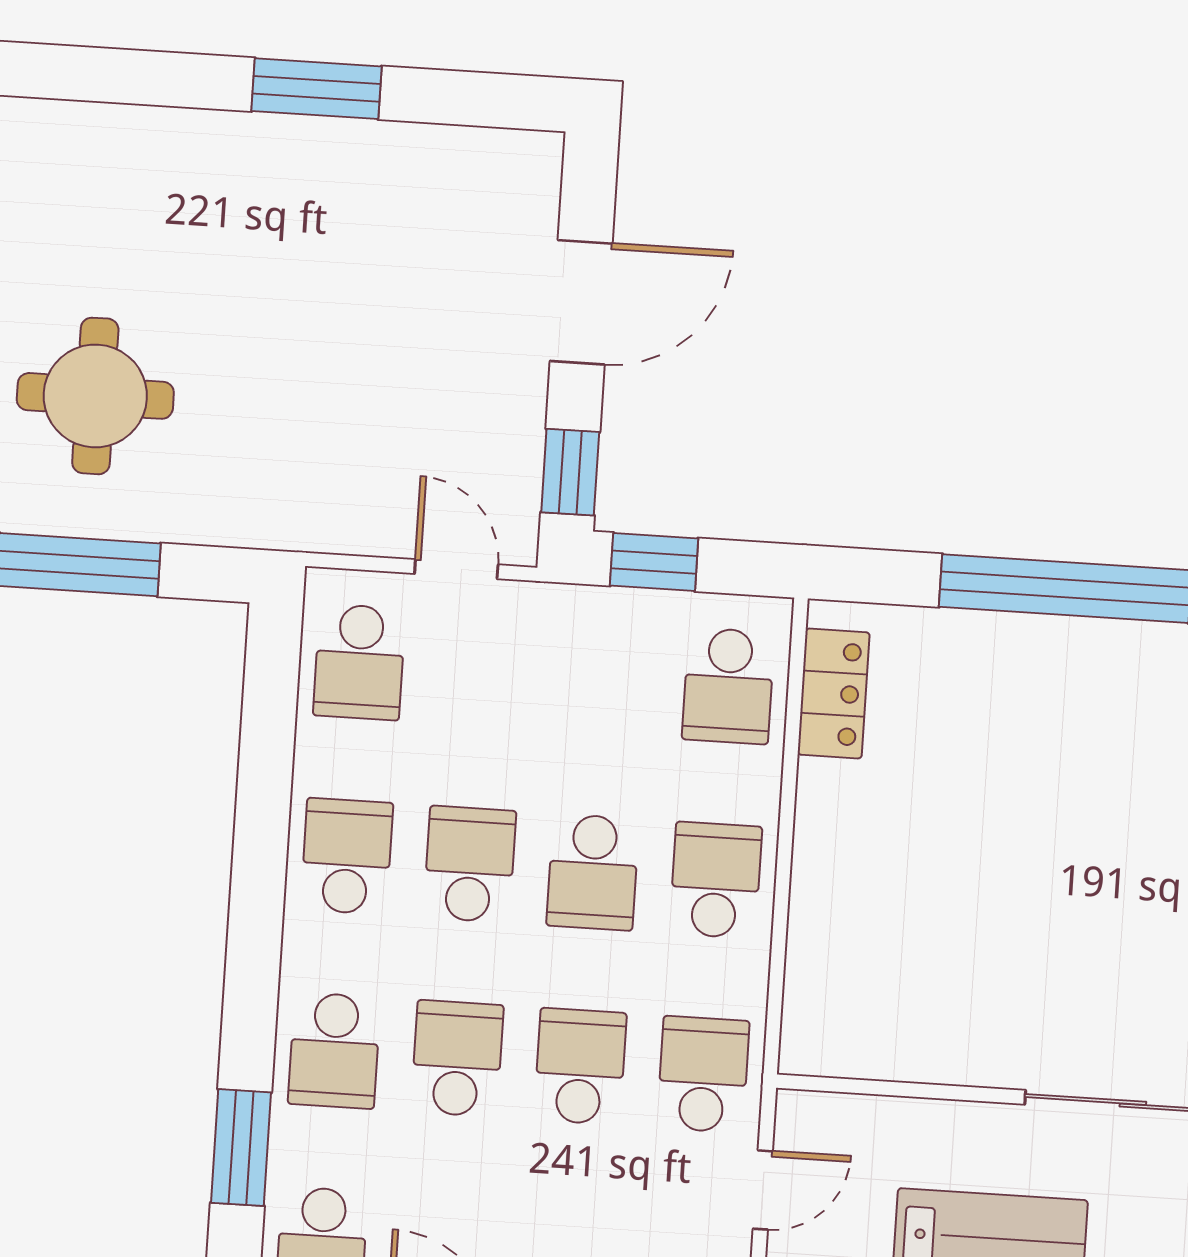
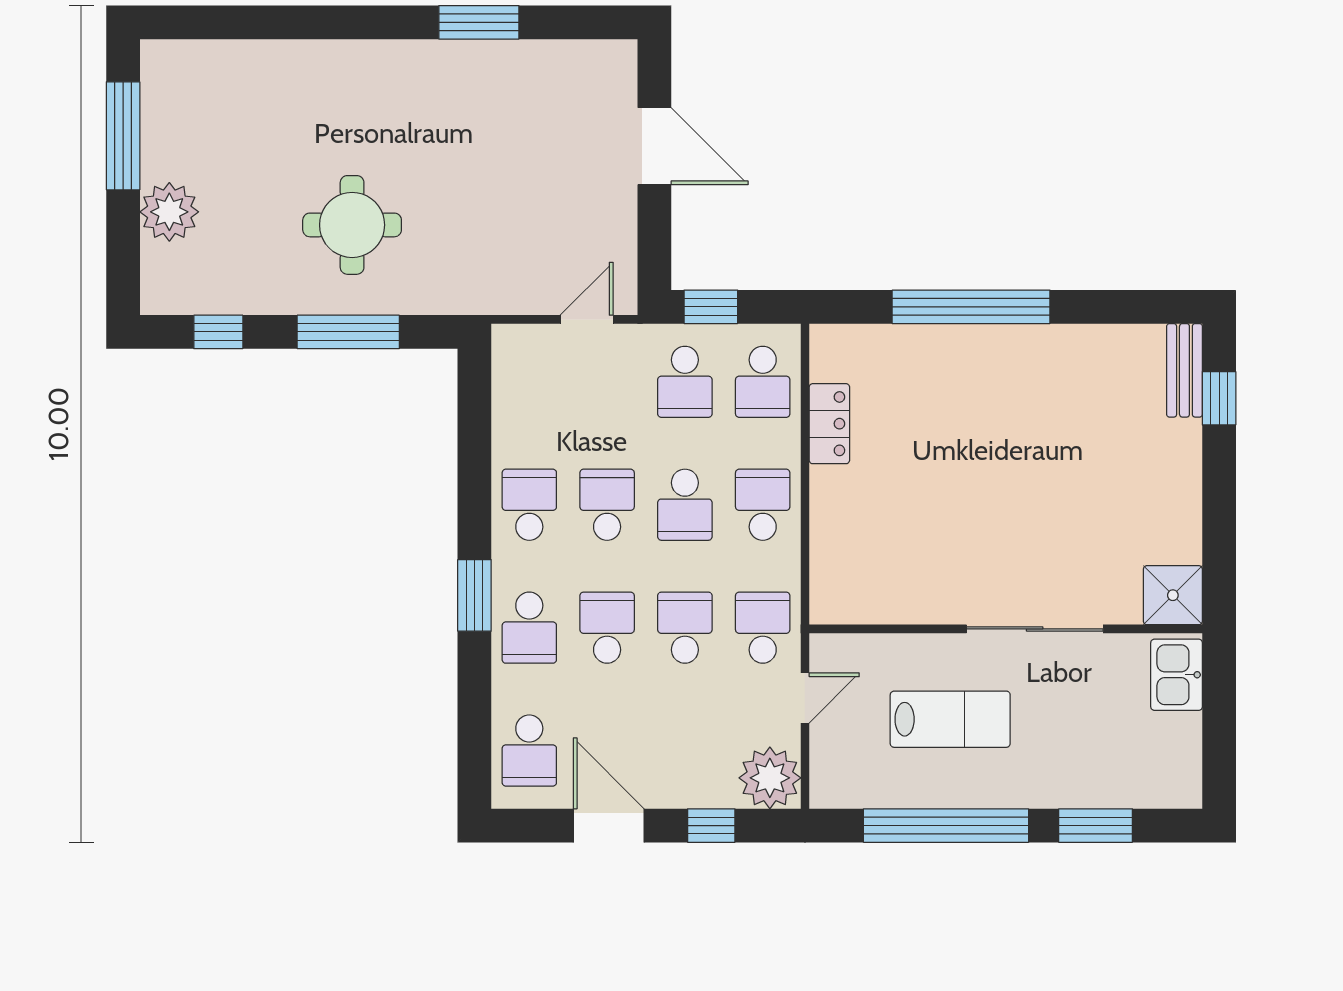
door: (581, 302) -> (654, 146), hinge flipped
window: (570, 472) -> (654, 254), removed
door: (456, 569) -> (587, 319), hinge flipped
school desk: (359, 662) -> (685, 382), moved
locker: (834, 694) -> (829, 424), moved
window: (241, 1148) -> (474, 595), moved

